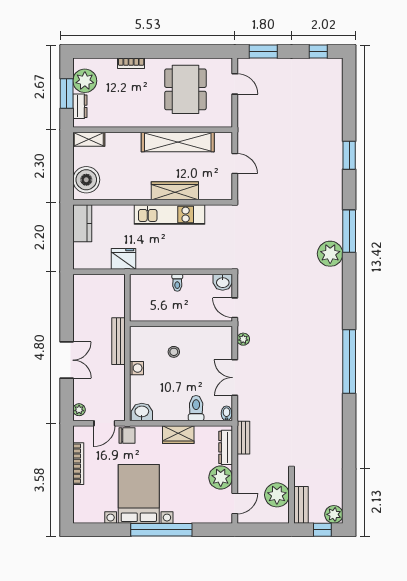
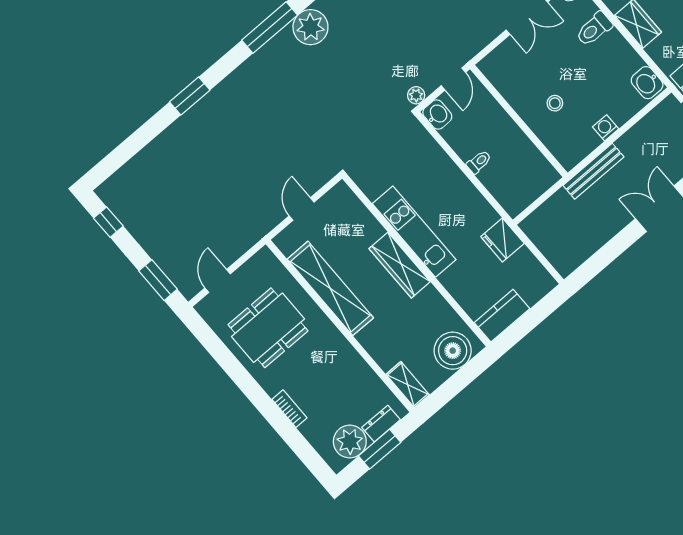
wardrobe: (175, 191) -> (400, 265), moved
plant: (243, 339) -> (416, 95), moved

